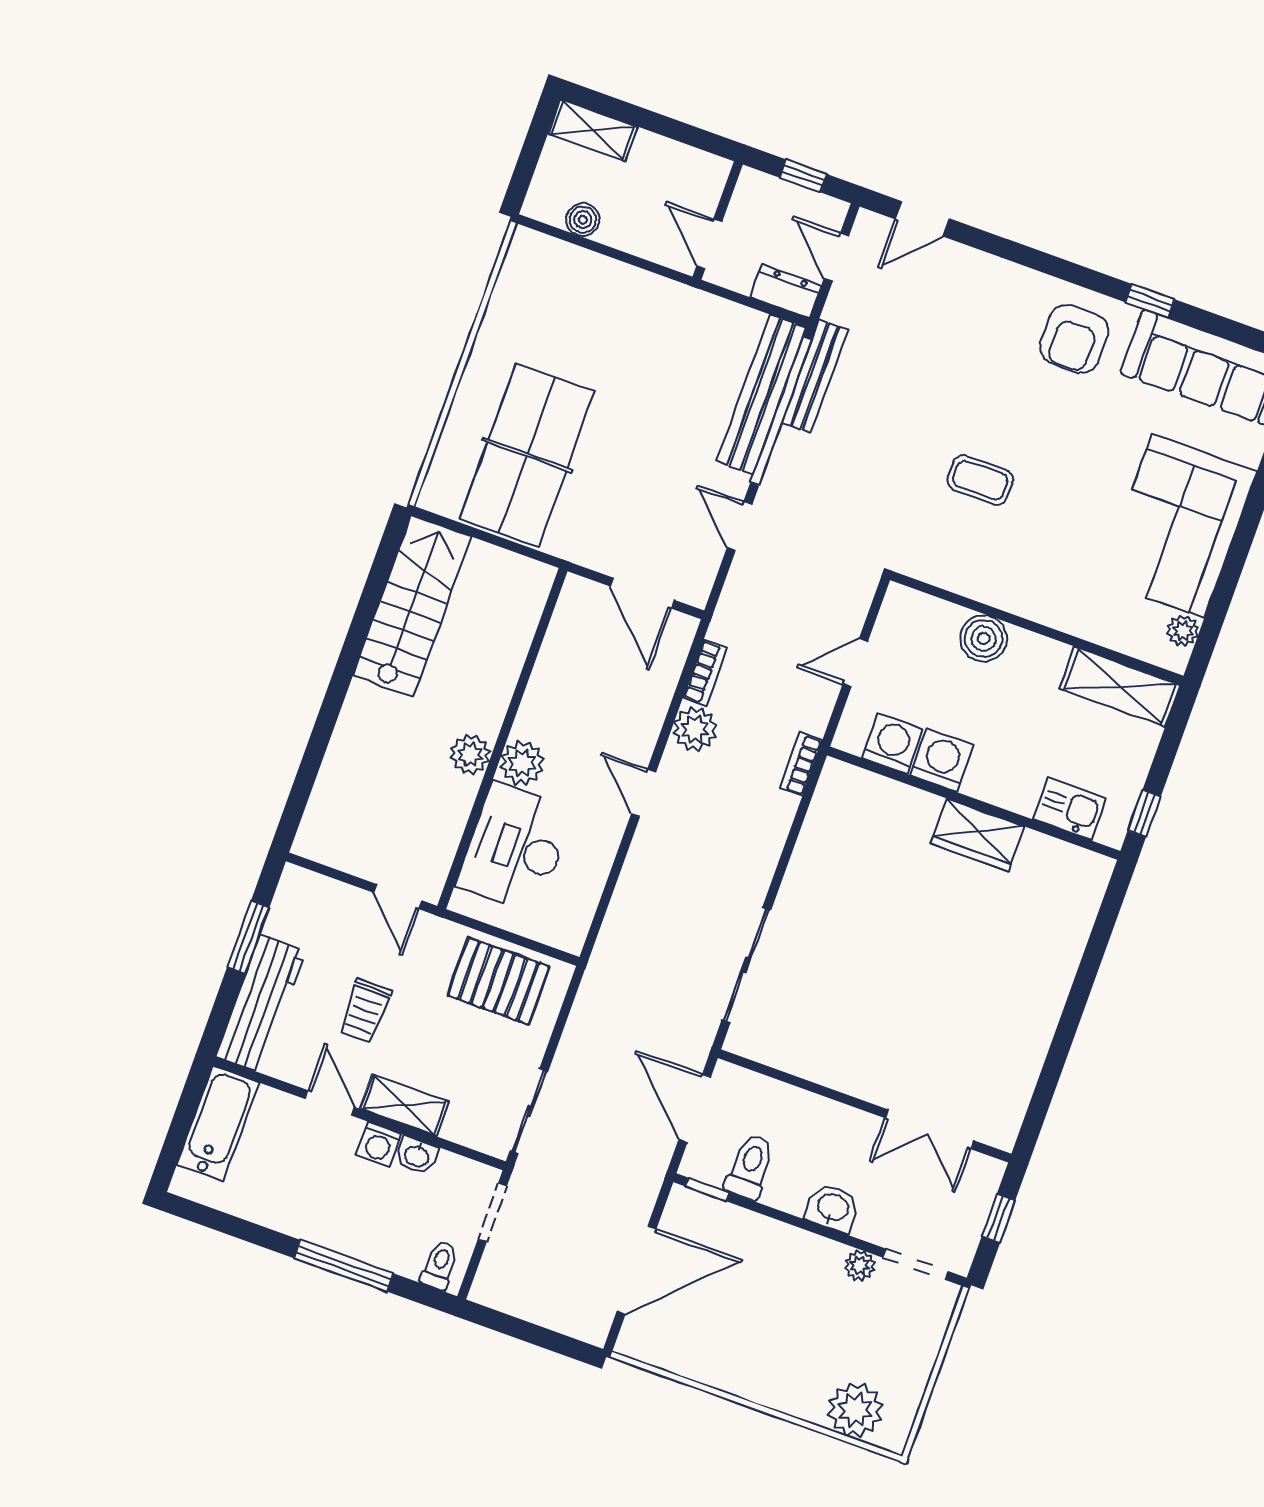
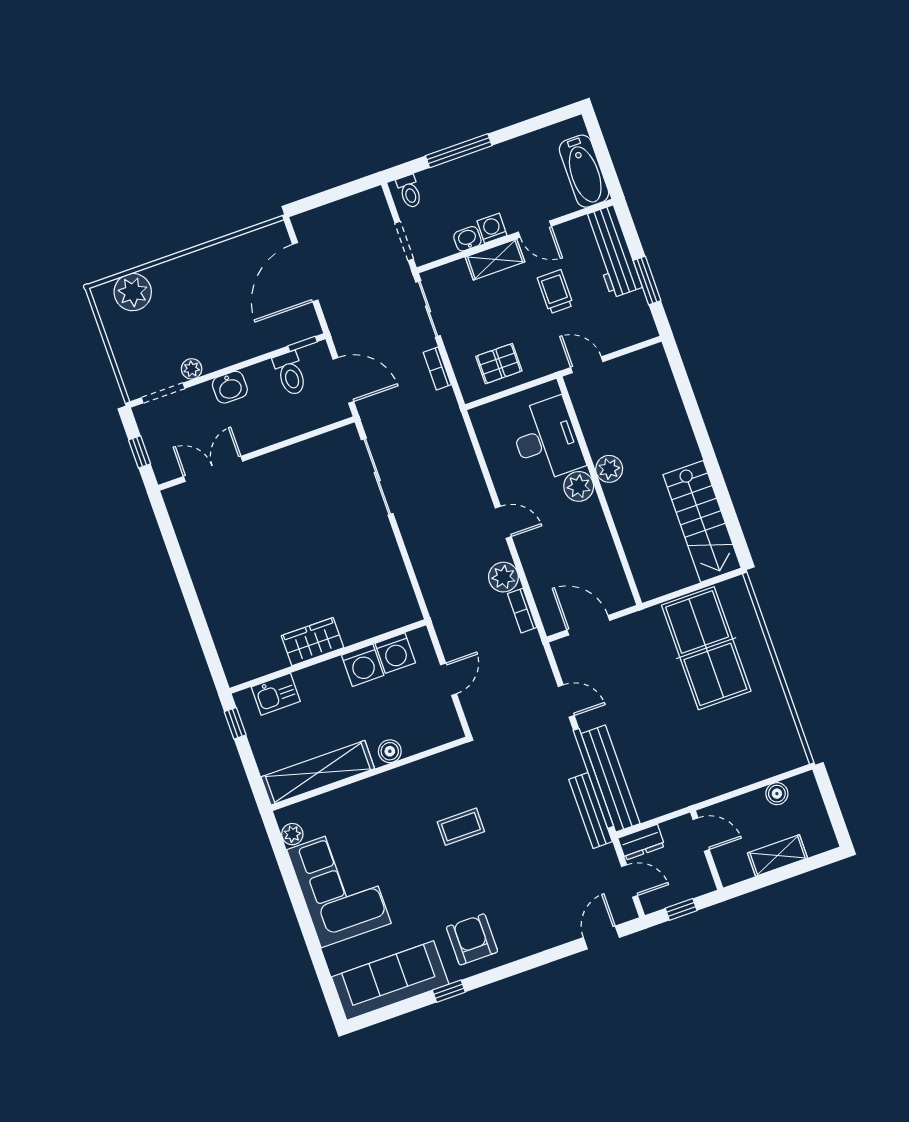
shelving: (593, 130) -> (778, 855), moved
boiler: (984, 638) -> (390, 751), width x0.73, depth x0.73
shelving: (1120, 687) -> (318, 773), width x1.47
bookcase: (801, 764) -> (437, 369), moved, turned 180
pallet: (498, 981) -> (499, 364), width x0.67, depth x0.71

